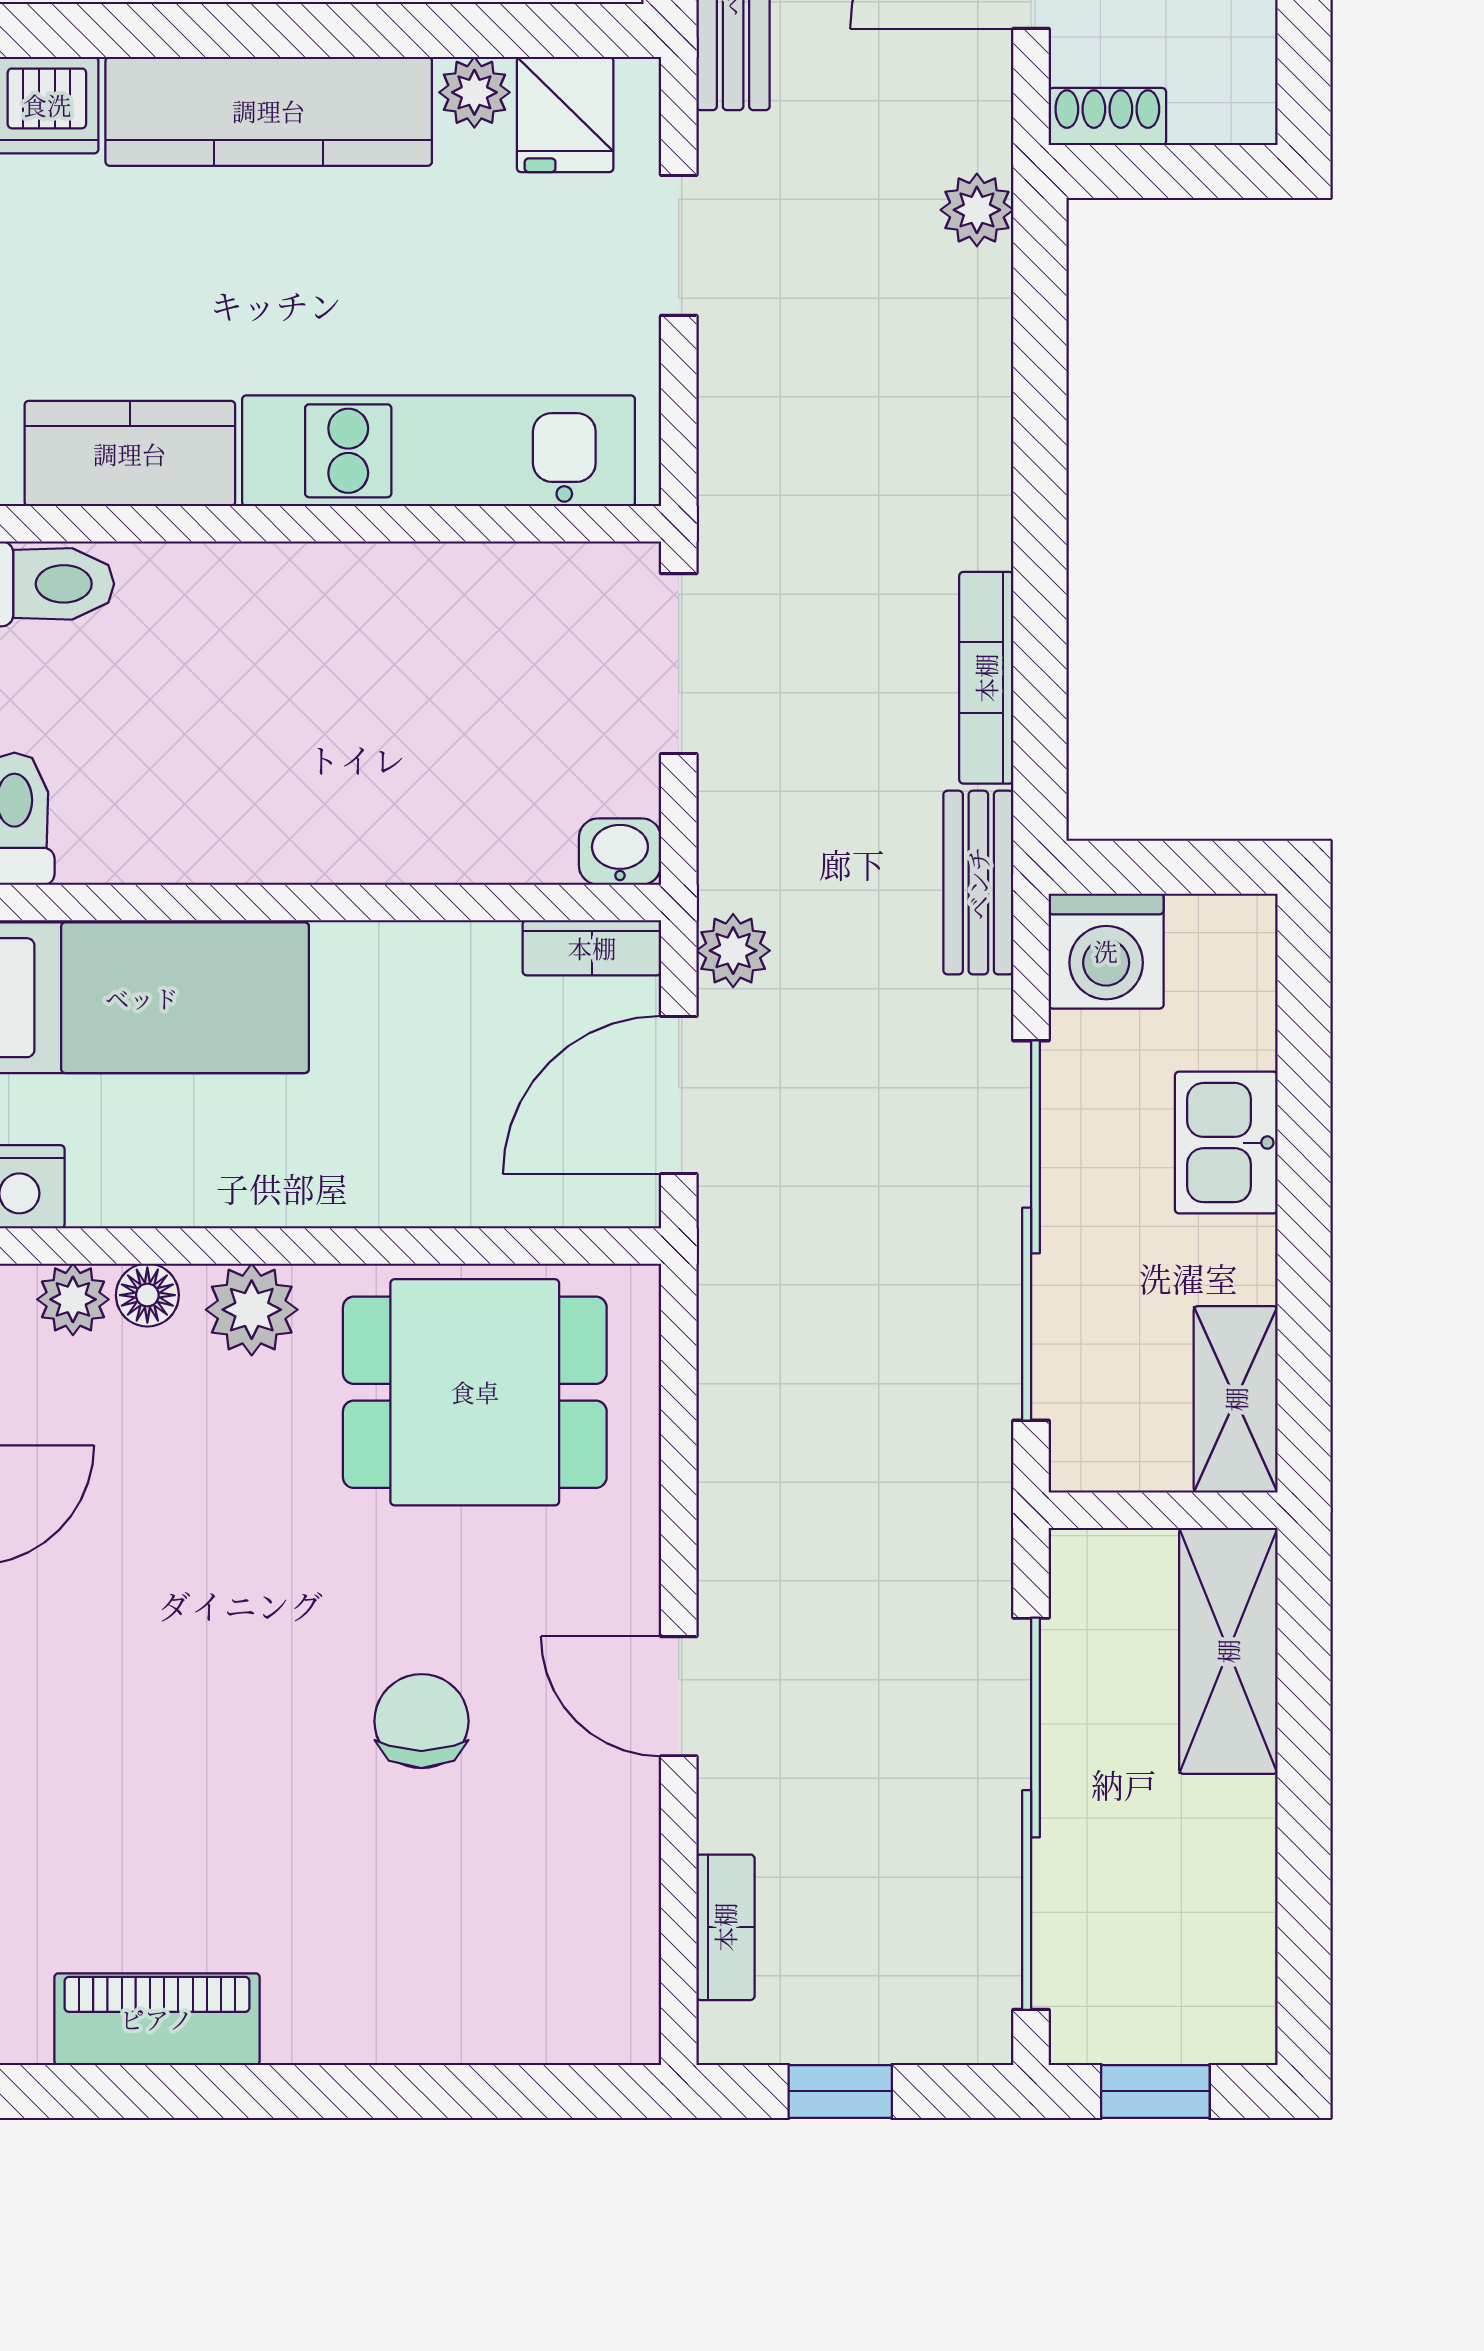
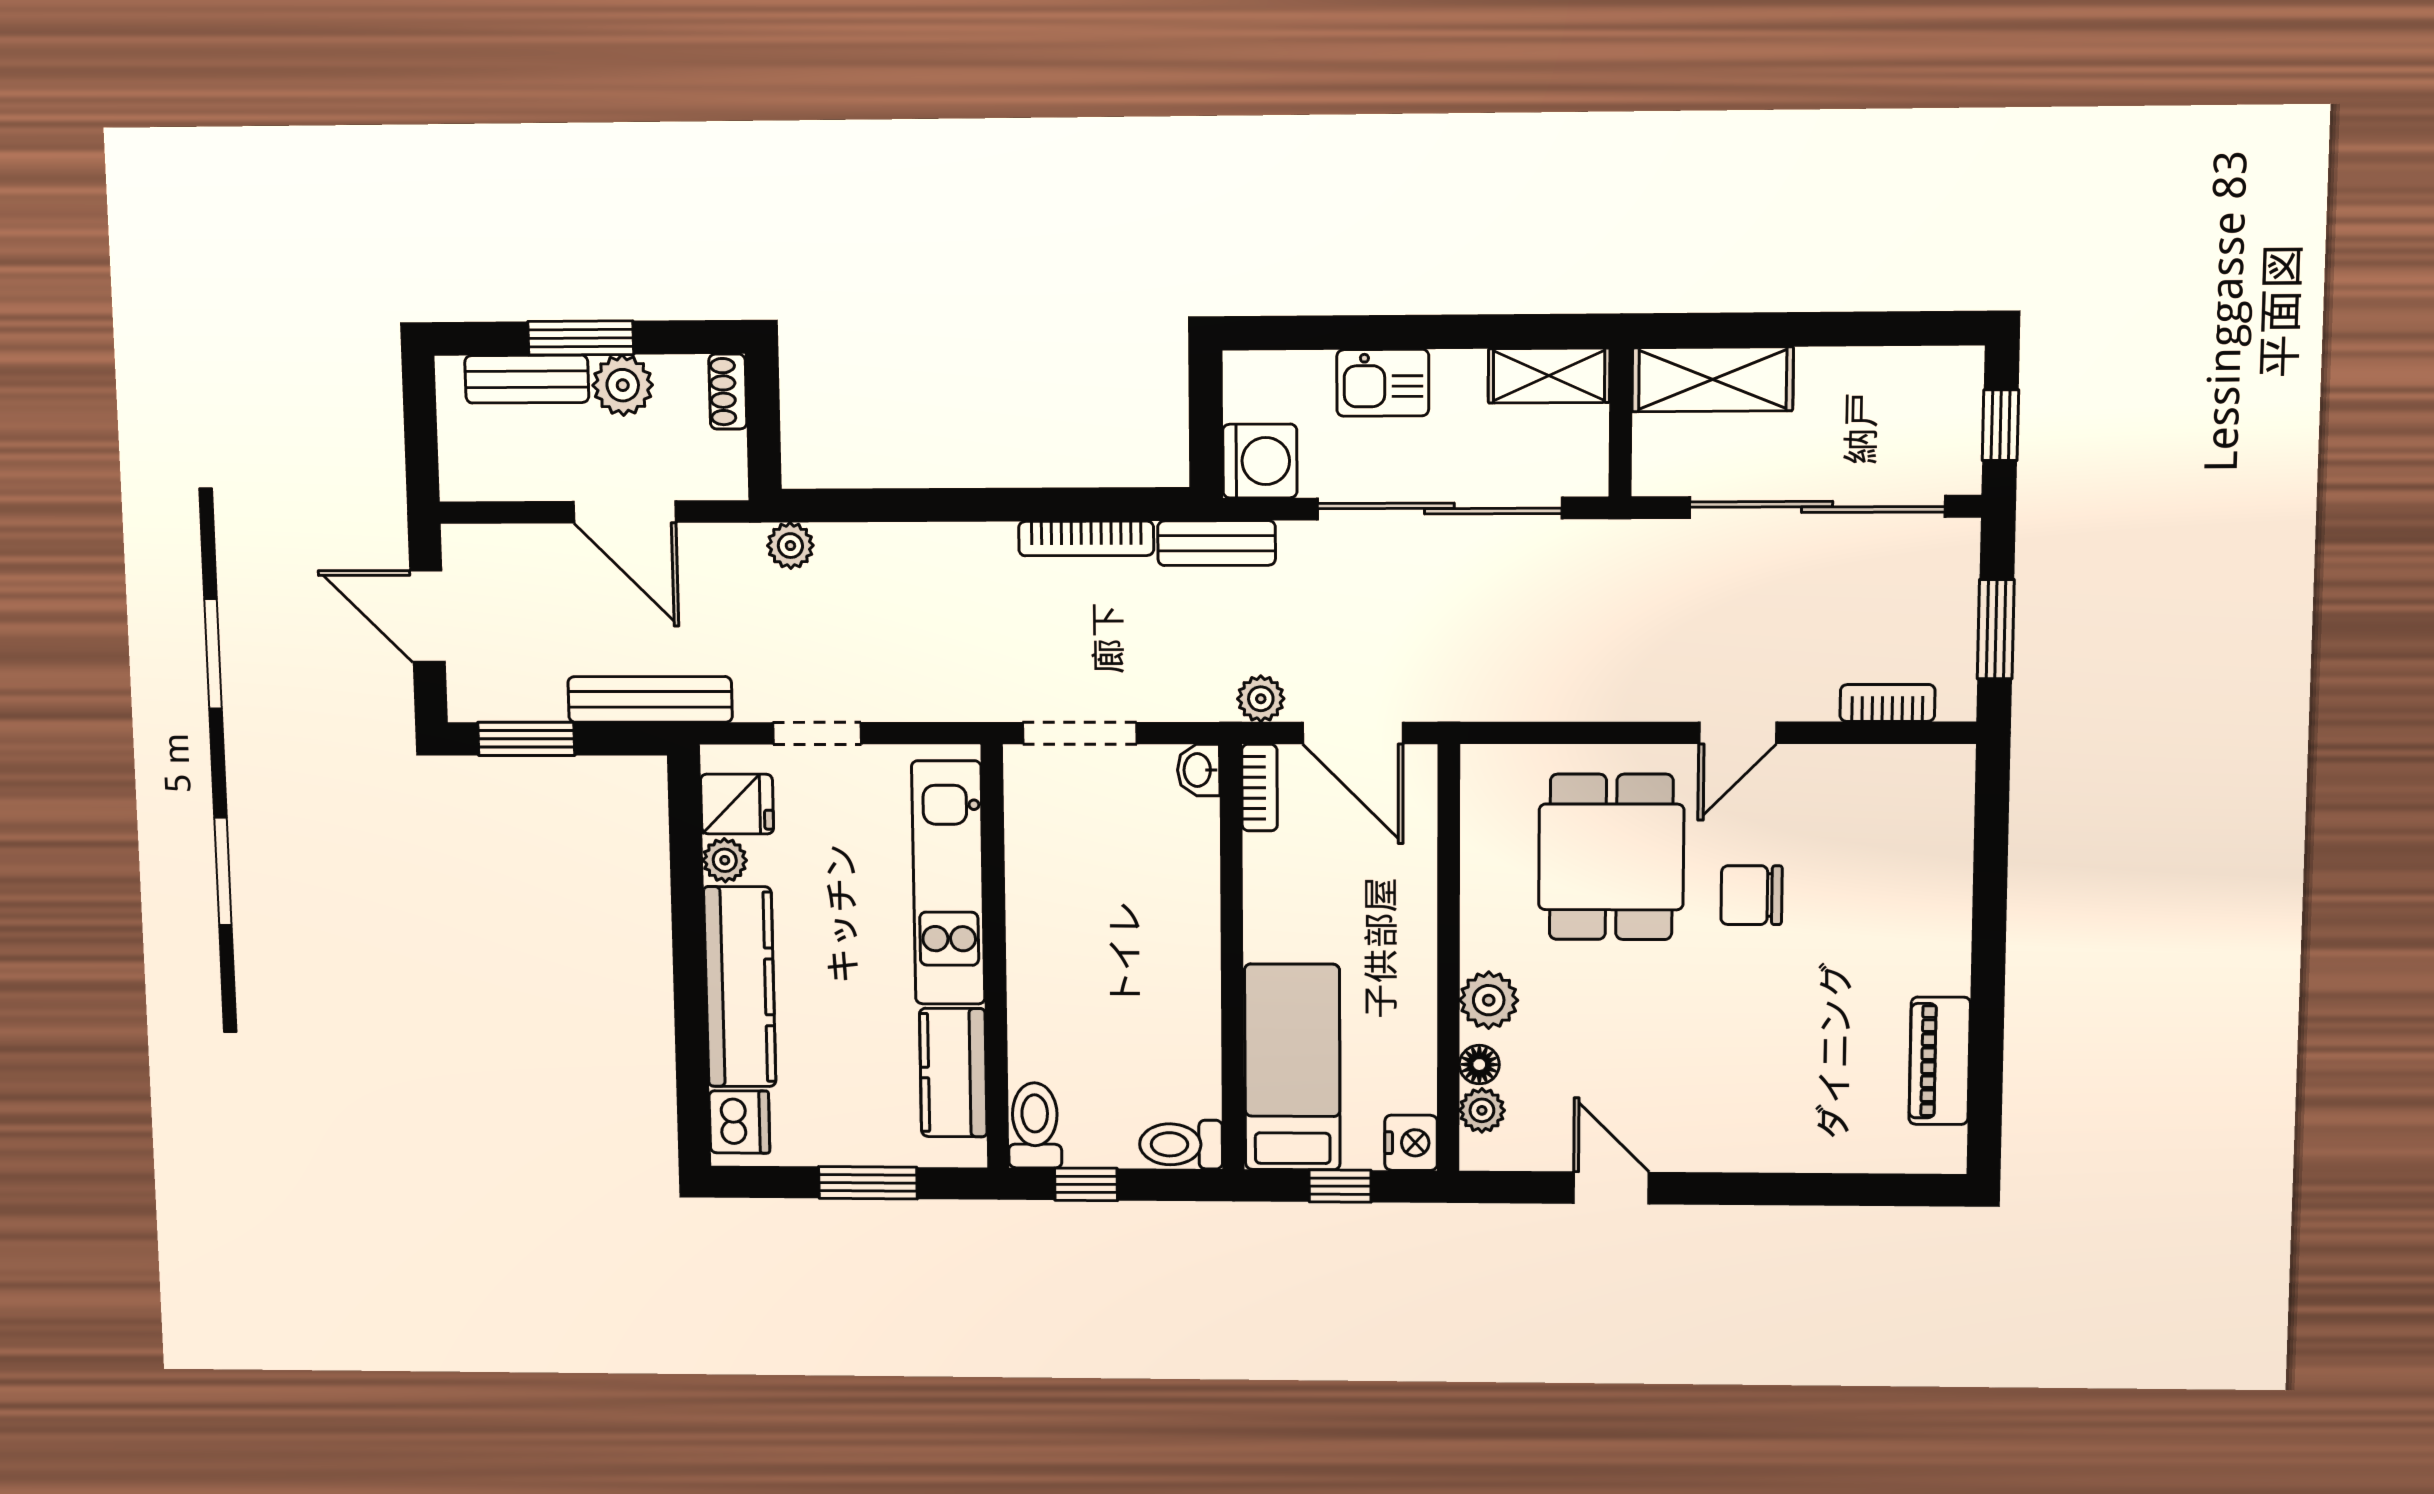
shoe rack: (1107, 116) -> (728, 392), moved
dining table: (475, 1392) -> (1611, 857), moved
window: (840, 2091) -> (1996, 629), width x1.50

